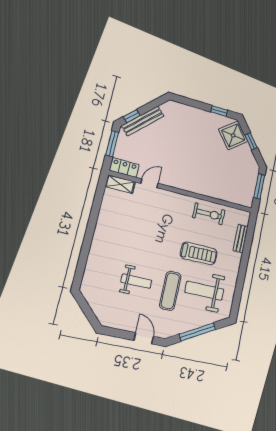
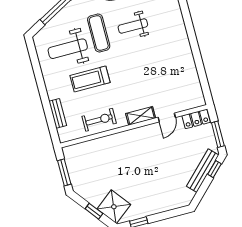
shelving: (120, 184) -> (141, 116), moved
exercise bike: (209, 214) -> (99, 120), turned 180
weight bench: (204, 291) -> (68, 49), turned 180

